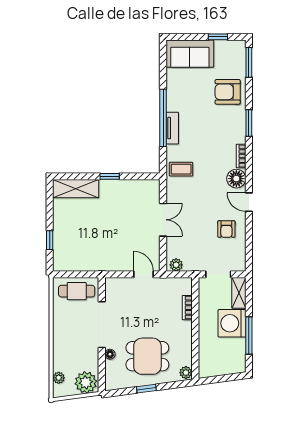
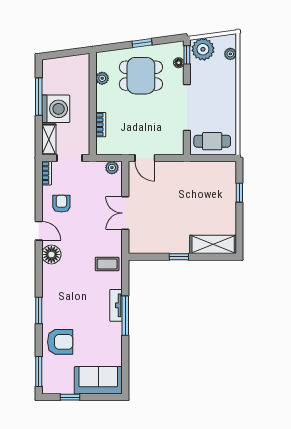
window: (163, 118) -> (125, 316), width x0.68
bookcase: (241, 156) -> (47, 173), moved
floor lamp: (110, 354) -> (179, 63), moved
plant: (186, 373) -> (102, 78), moved
window: (102, 377) -> (187, 55), added

